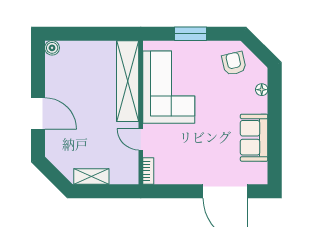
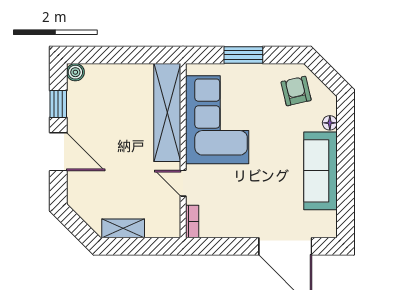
window: (38, 74) -> (58, 104), added
sofa: (254, 138) -> (321, 171), width x1.36

